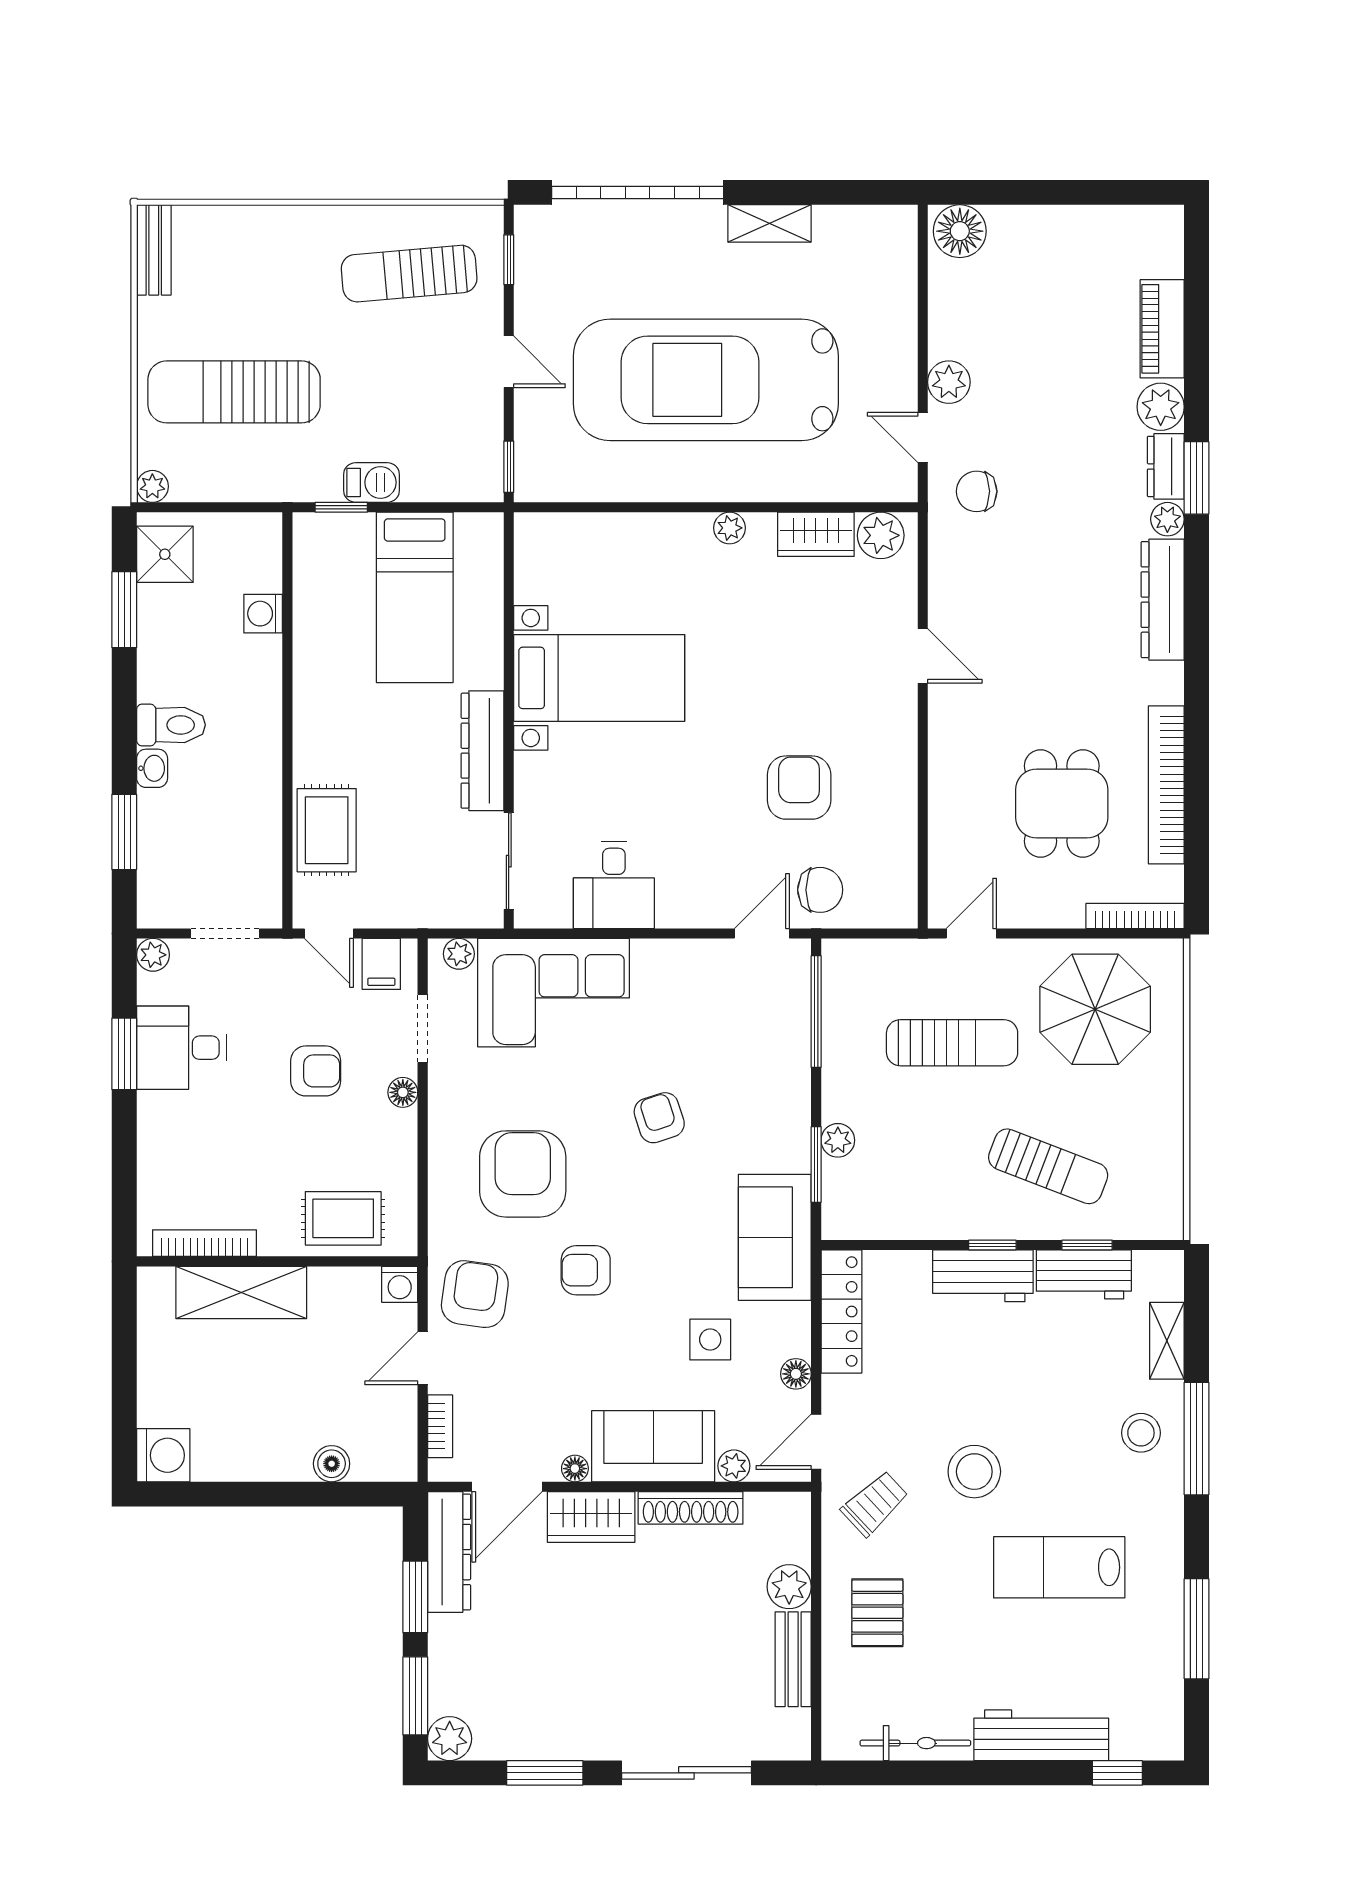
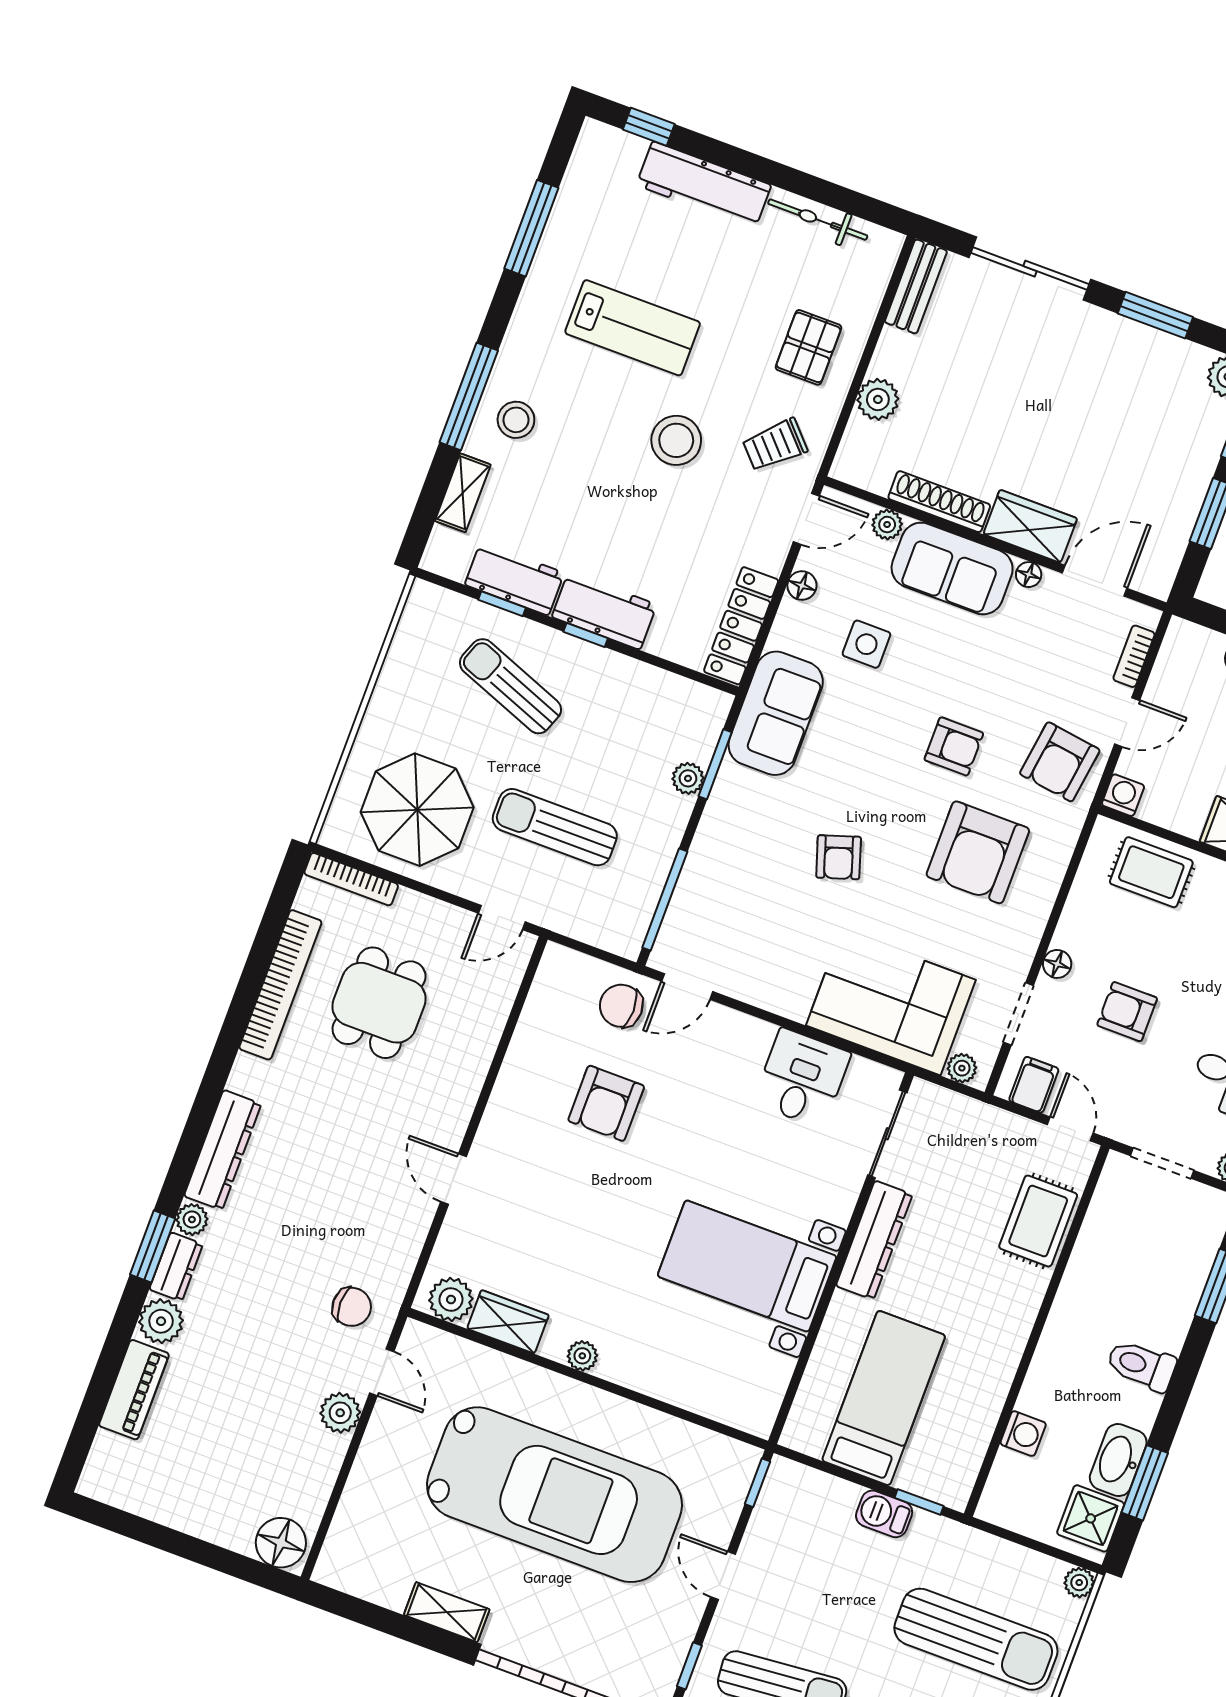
washbasin: (152, 768) -> (1118, 1460), moved, width x1.91, depth x1.45
dresser: (449, 1552) -> (1167, 542), removed
bench: (793, 1659) -> (916, 287), moved

